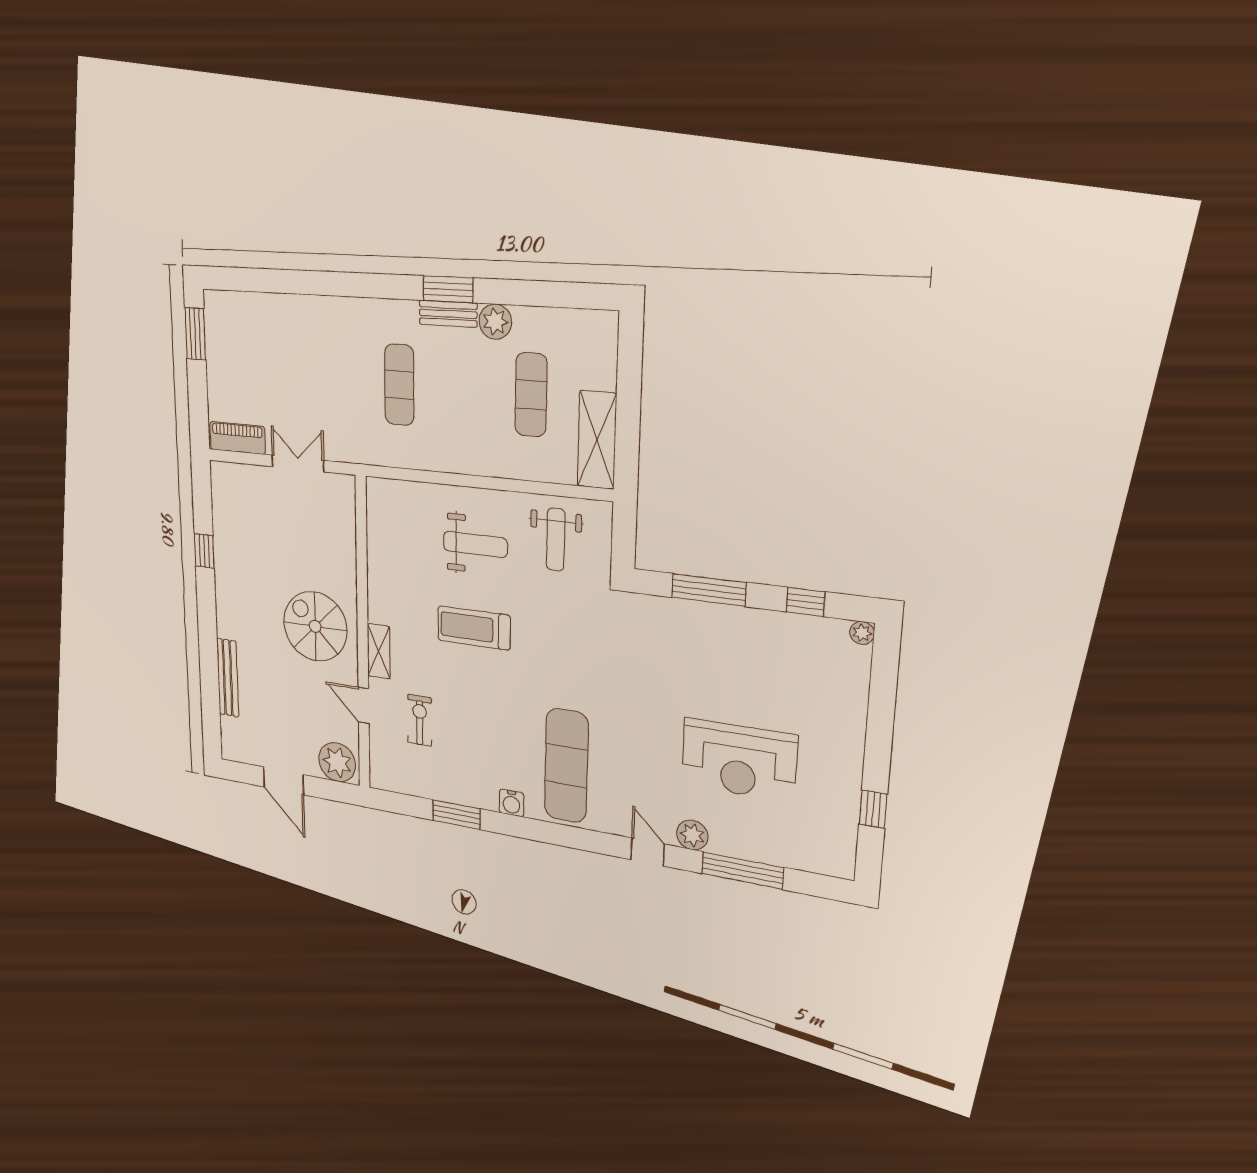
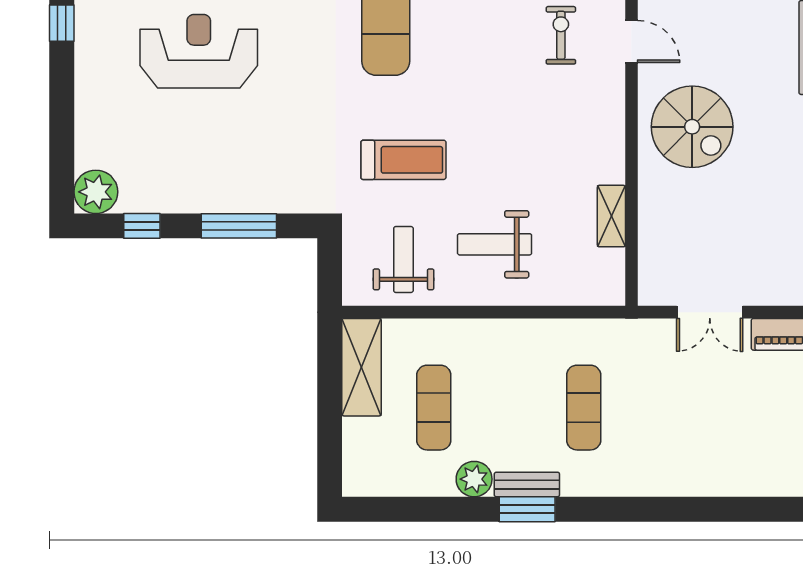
treadmill: (474, 628) -> (403, 160), moved
plant: (862, 633) -> (96, 192), width x1.88, depth x1.88
shelving: (379, 651) -> (611, 216), moved
exercise bike: (420, 720) -> (561, 35), turned 180

